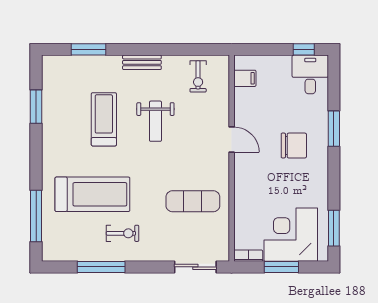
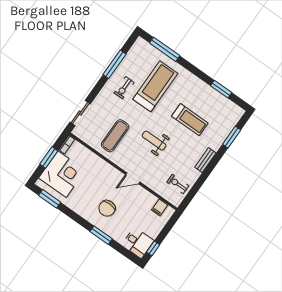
weight bench: (155, 121) -> (154, 141), moved
treadmill: (92, 194) -> (155, 86), turned 180

